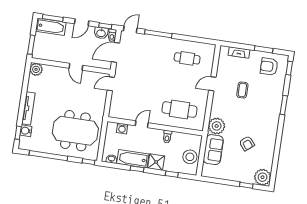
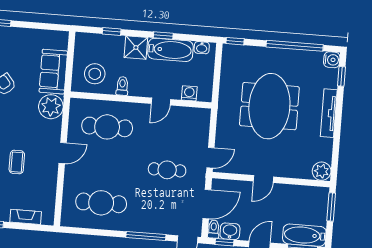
cafe table: (187, 58) -> (101, 203), width x1.37, depth x1.35
door: (76, 67) -> (263, 179), swing flipped
cafe table: (141, 78) -> (167, 170), added
door: (212, 84) -> (63, 153), moved
water cooler: (26, 131) -> (332, 60), moved
meeting table: (75, 131) -> (269, 106), moved, turned 90
stool: (190, 157) -> (95, 74), moved

